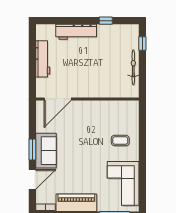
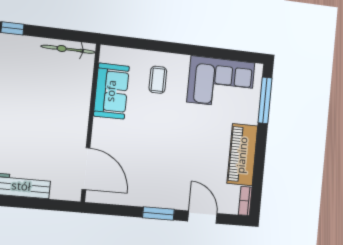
bicycle: (133, 67) -> (68, 49), moved
sofa: (46, 151) -> (111, 91), moved, turned 90

